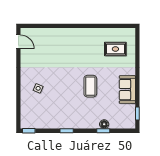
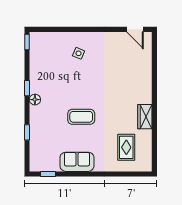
wardrobe: (90, 34) -> (145, 117), added
door: (18, 42) -> (135, 29), hinge flipped
floor lamp: (104, 124) -> (35, 100), moved

